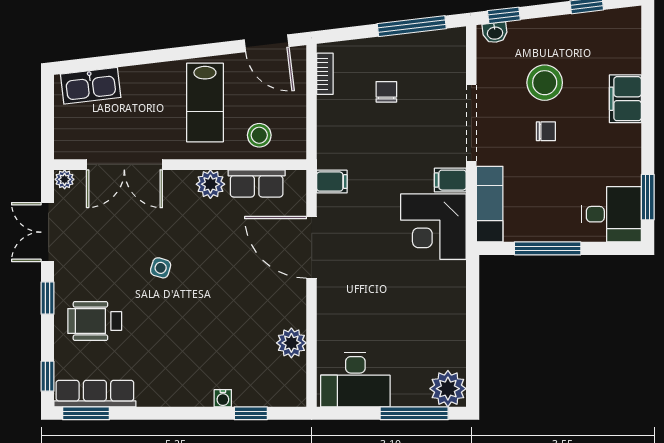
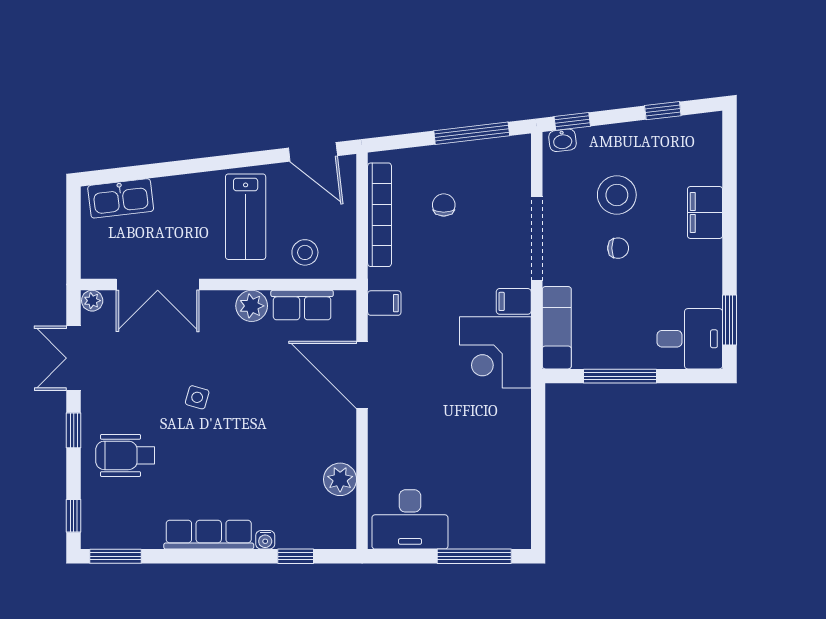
bookcase: (325, 74) -> (380, 215), width x2.31, depth x1.31
plant: (448, 389) -> (511, 529), removed
row of seats: (95, 394) -> (209, 535), moved

